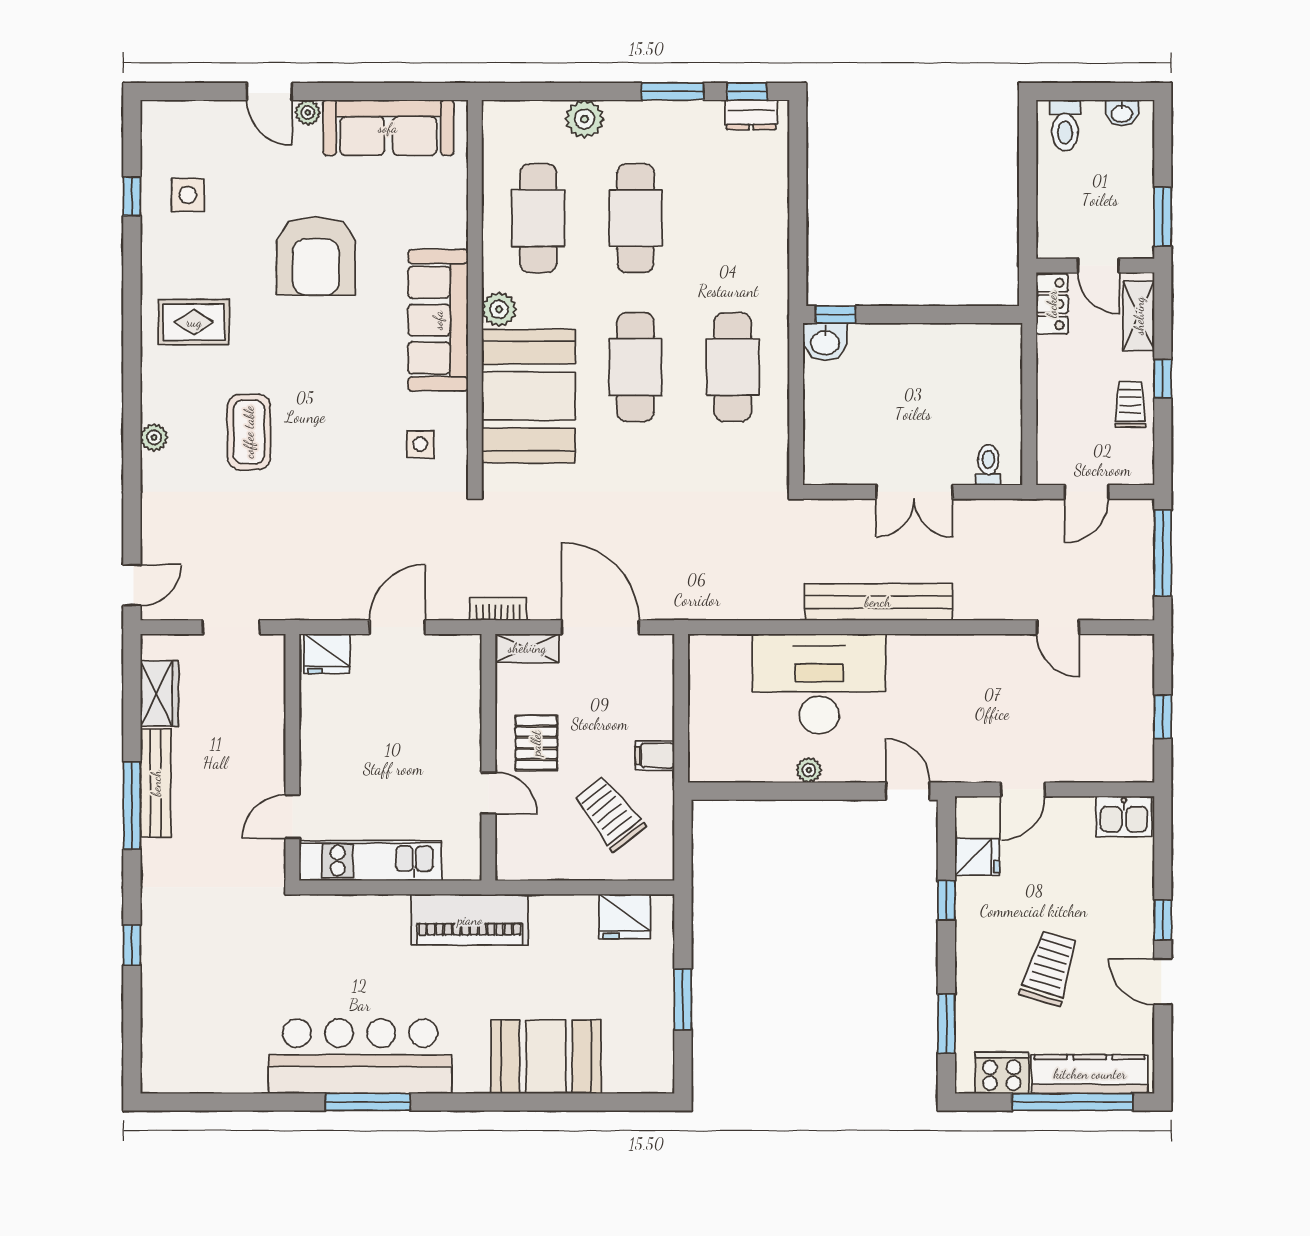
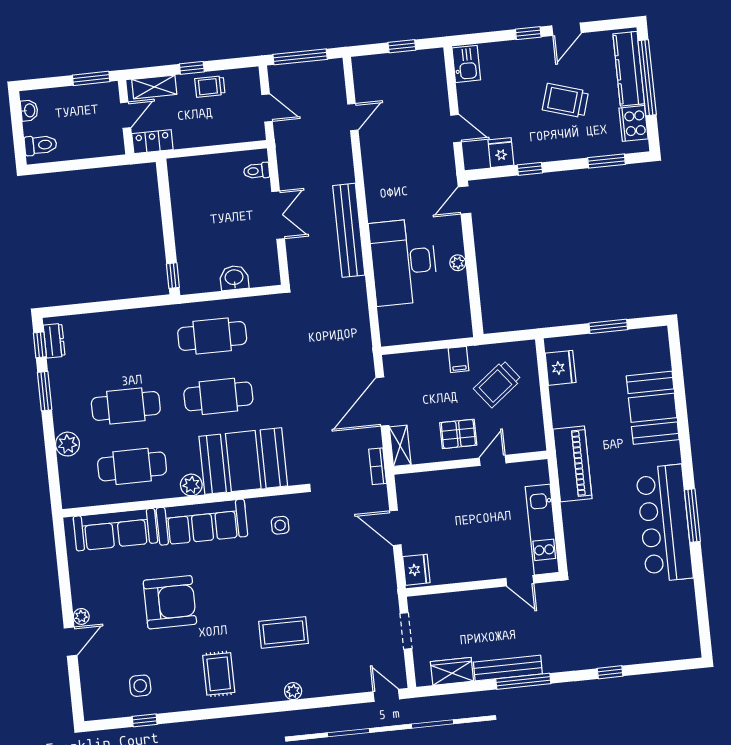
sofa: (388, 128) -> (115, 530), moved, turned 90
washbasin: (825, 342) -> (234, 278), moved, turned -90

